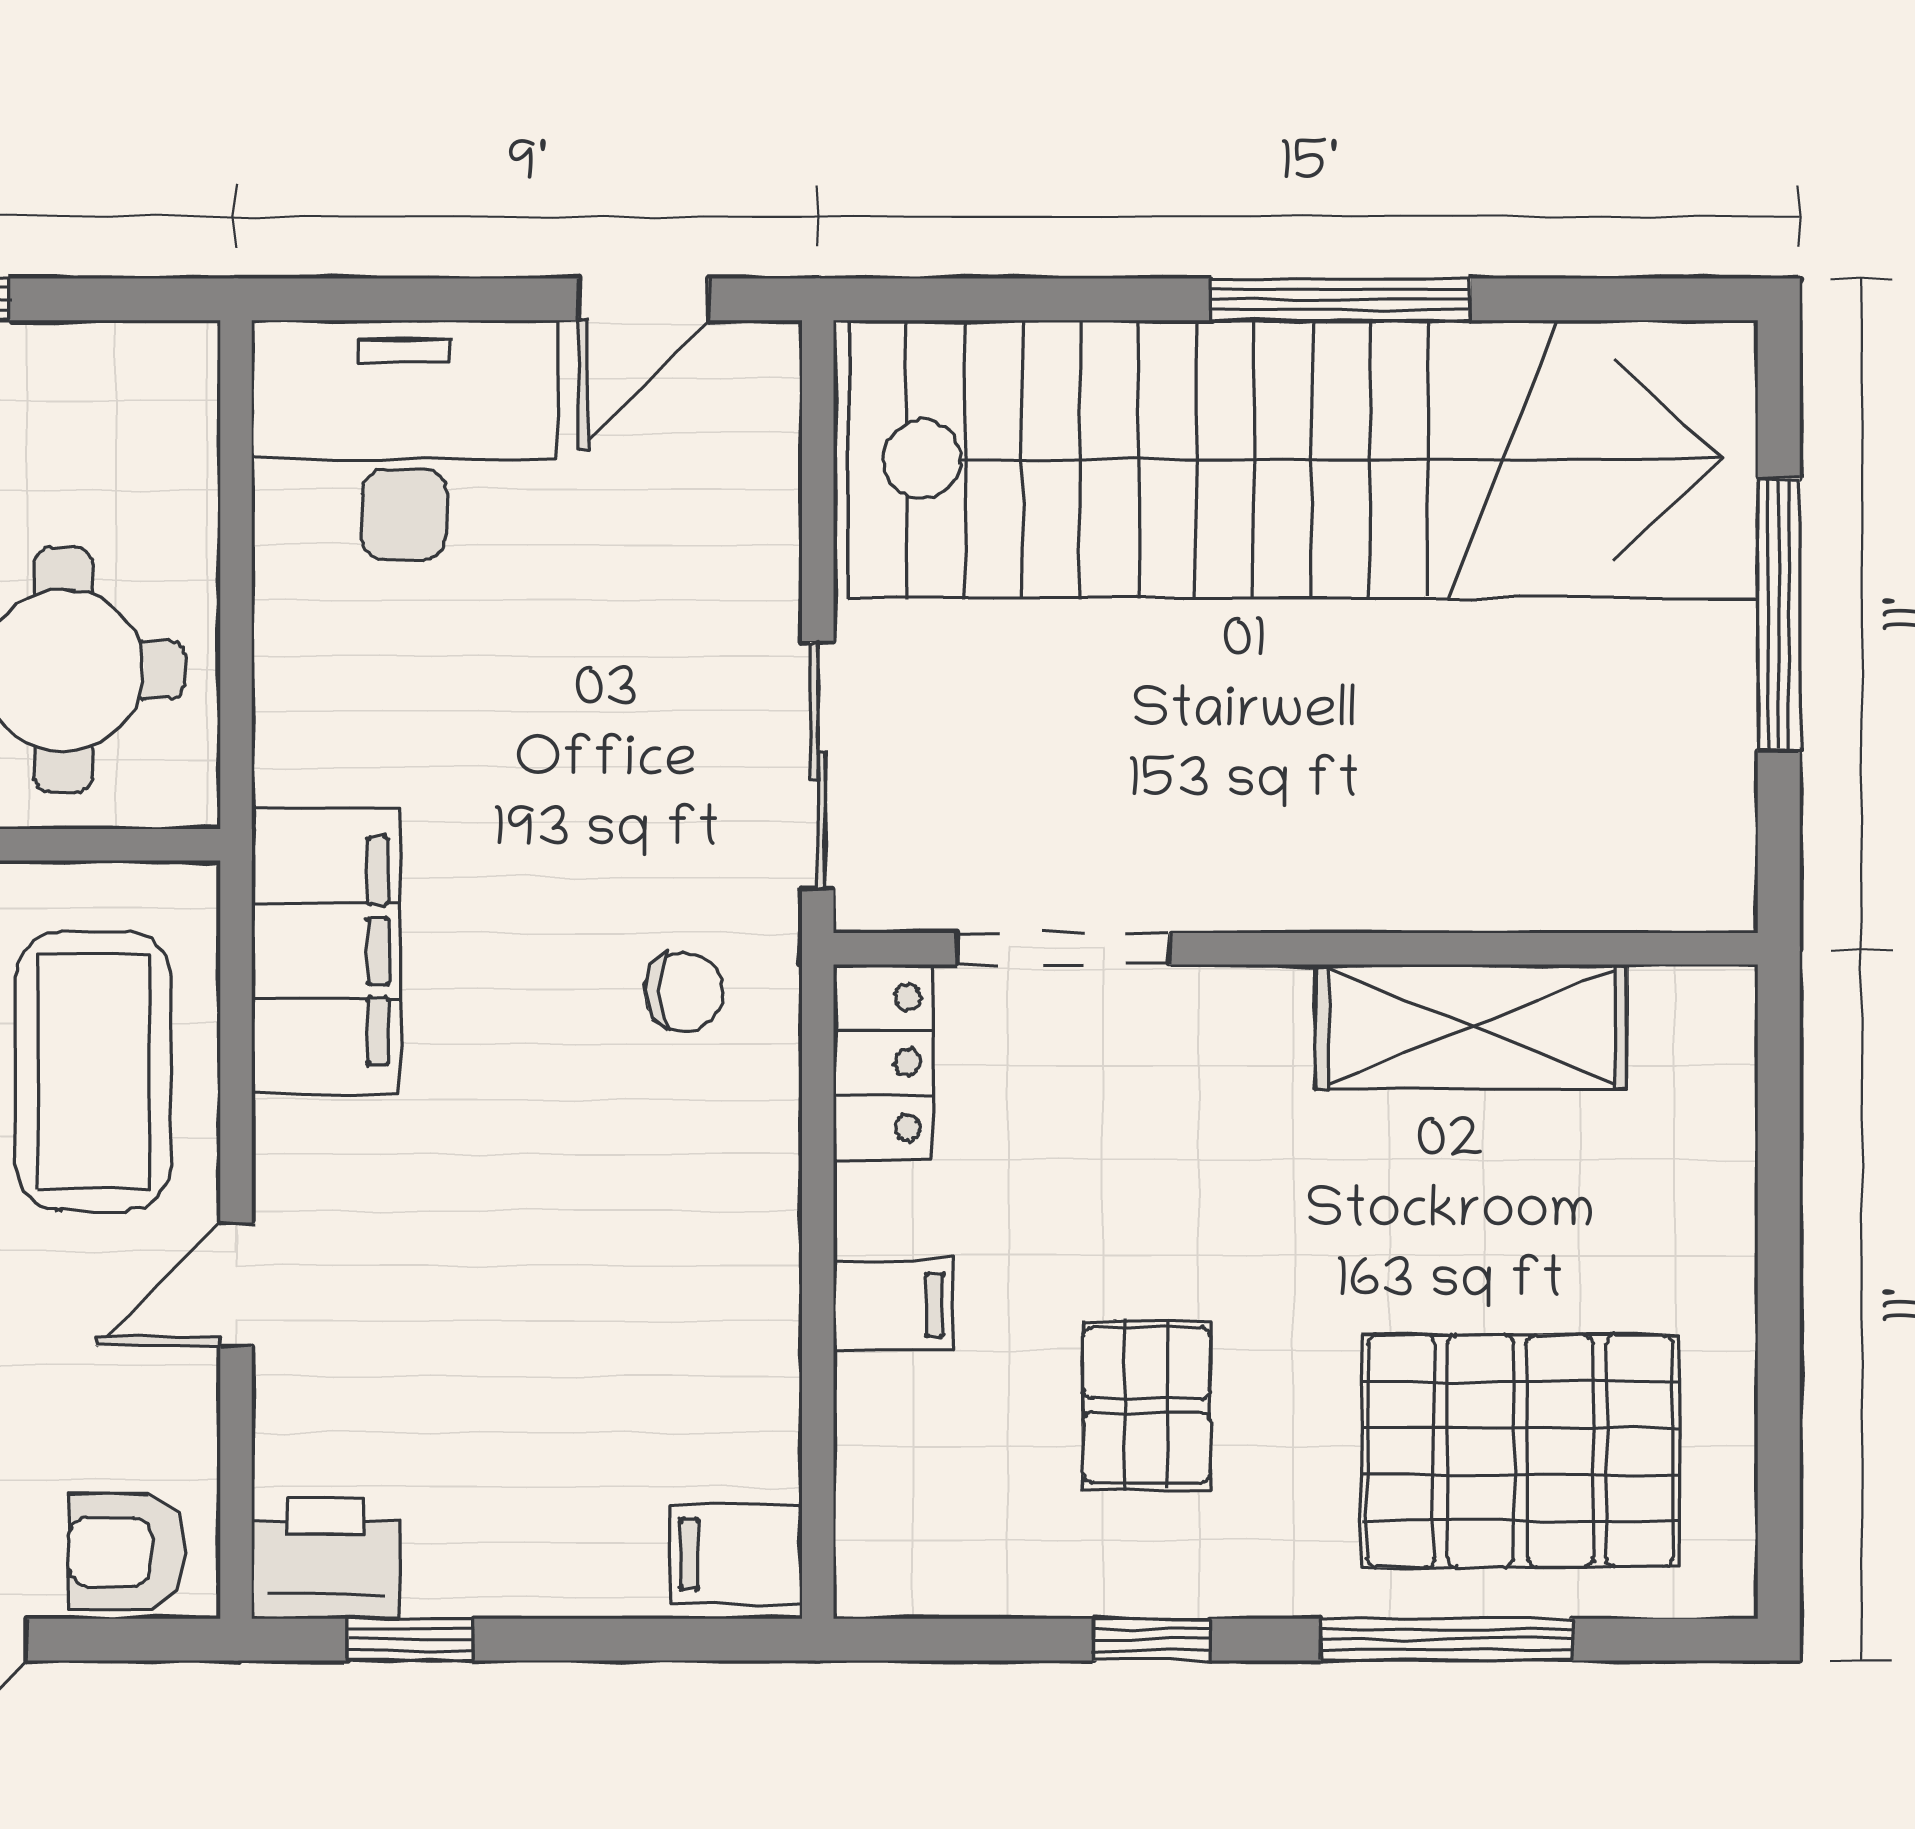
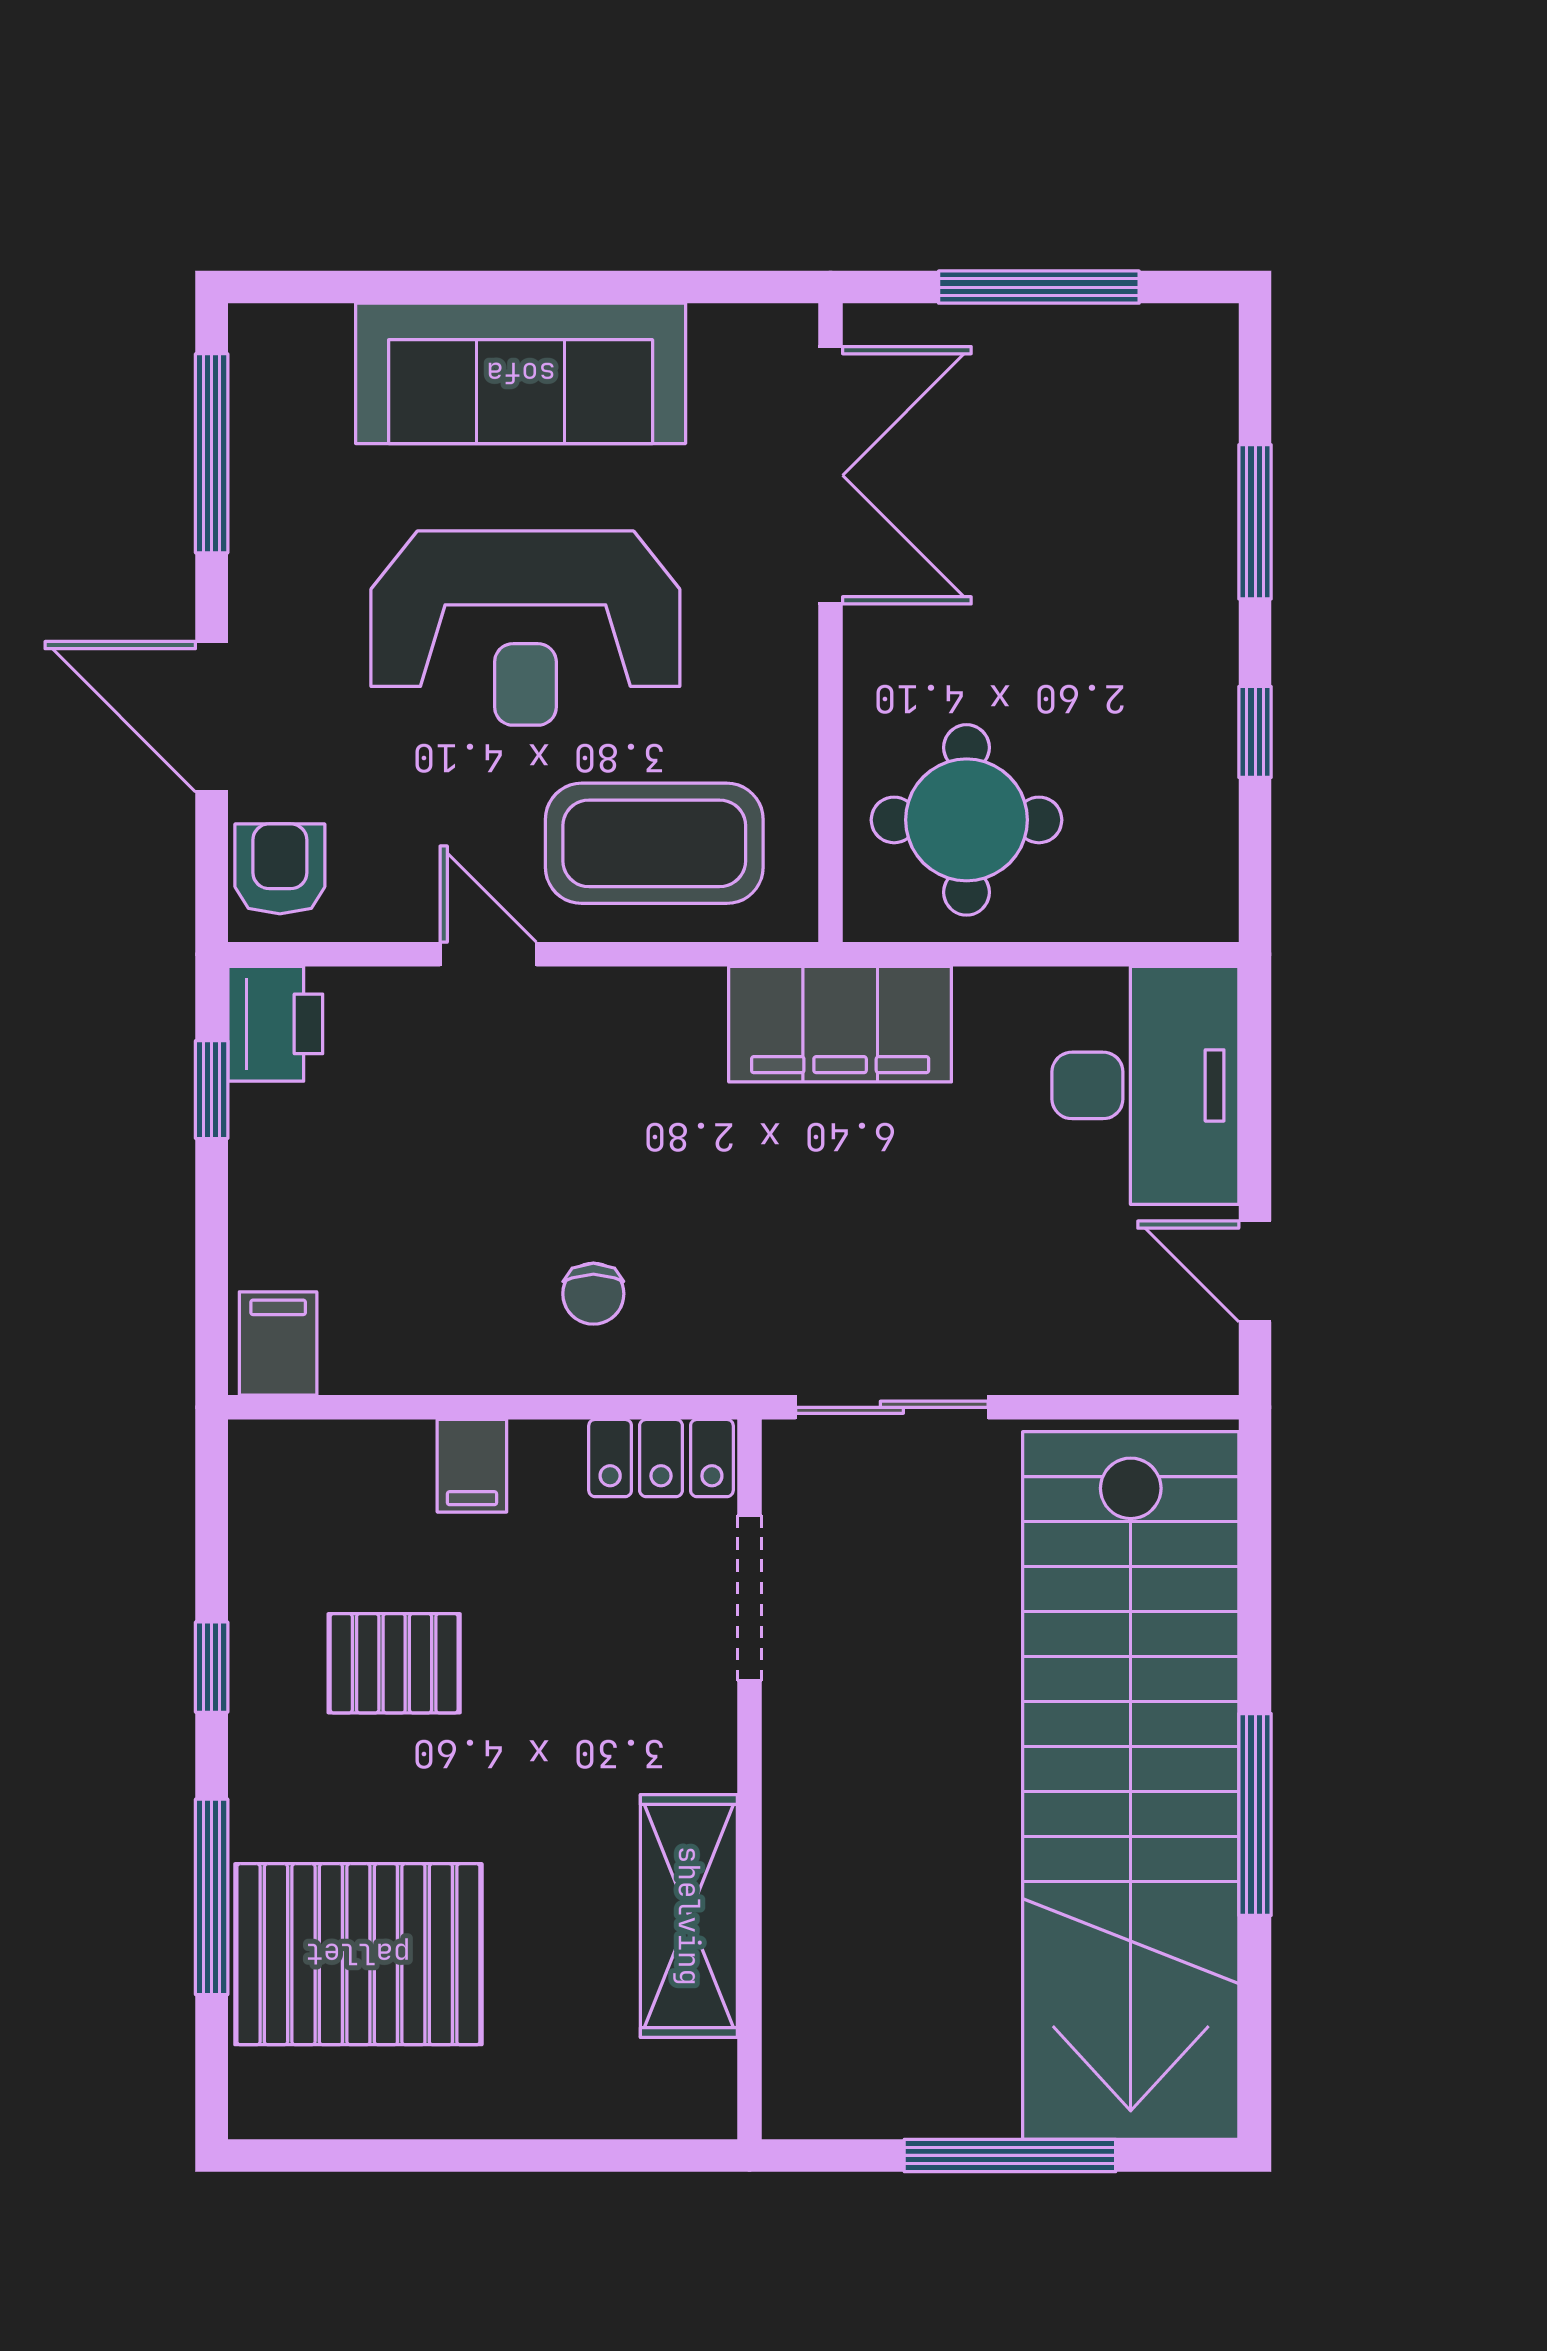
filing cabinet: (326, 951) -> (840, 1024), moved
chair: (684, 991) -> (593, 1294), moved
pallet: (1520, 1451) -> (358, 1954), turned 90

